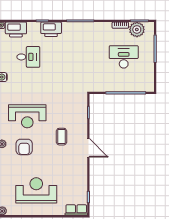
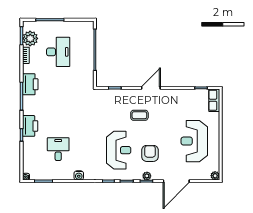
printer: (16, 29) -> (30, 84), moved
desk: (124, 57) -> (58, 52), turned 180
armchair: (24, 147) -> (150, 153), turned -90

